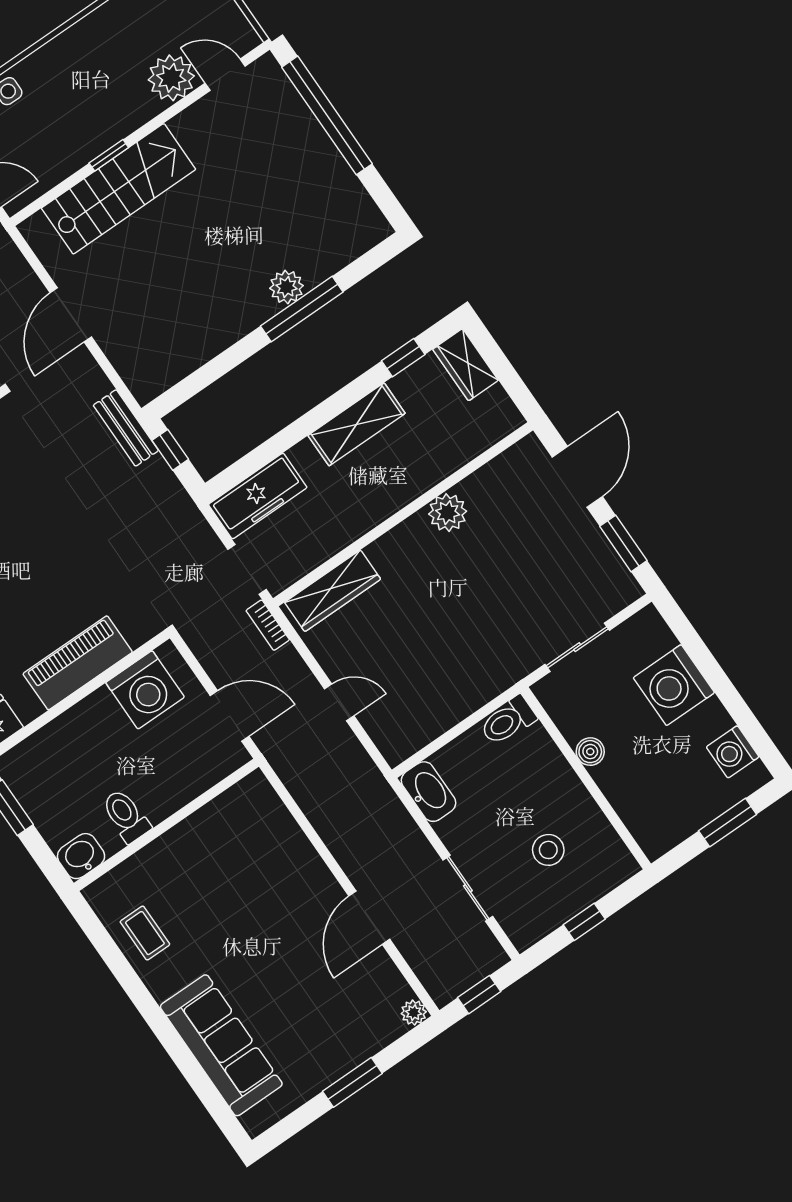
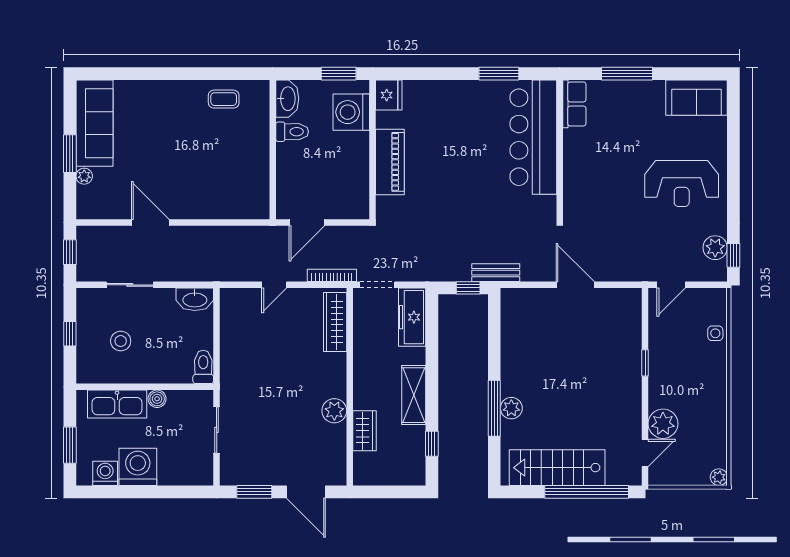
stairs: (119, 189) -> (557, 468), moved, turned 90
wardrobe: (465, 365) -> (364, 431), moved, turned 90
bookcase: (268, 625) -> (332, 275), width x1.56
washing machine: (674, 685) -> (138, 467), moved
washing machine: (145, 690) -> (351, 112), moved
kitchen sink: (633, 798) -> (117, 404), added
washbasin: (81, 856) -> (287, 99), width x1.38
plant: (414, 1013) -> (84, 176), moved
sofa: (221, 1045) -> (94, 123), moved, turned -90

